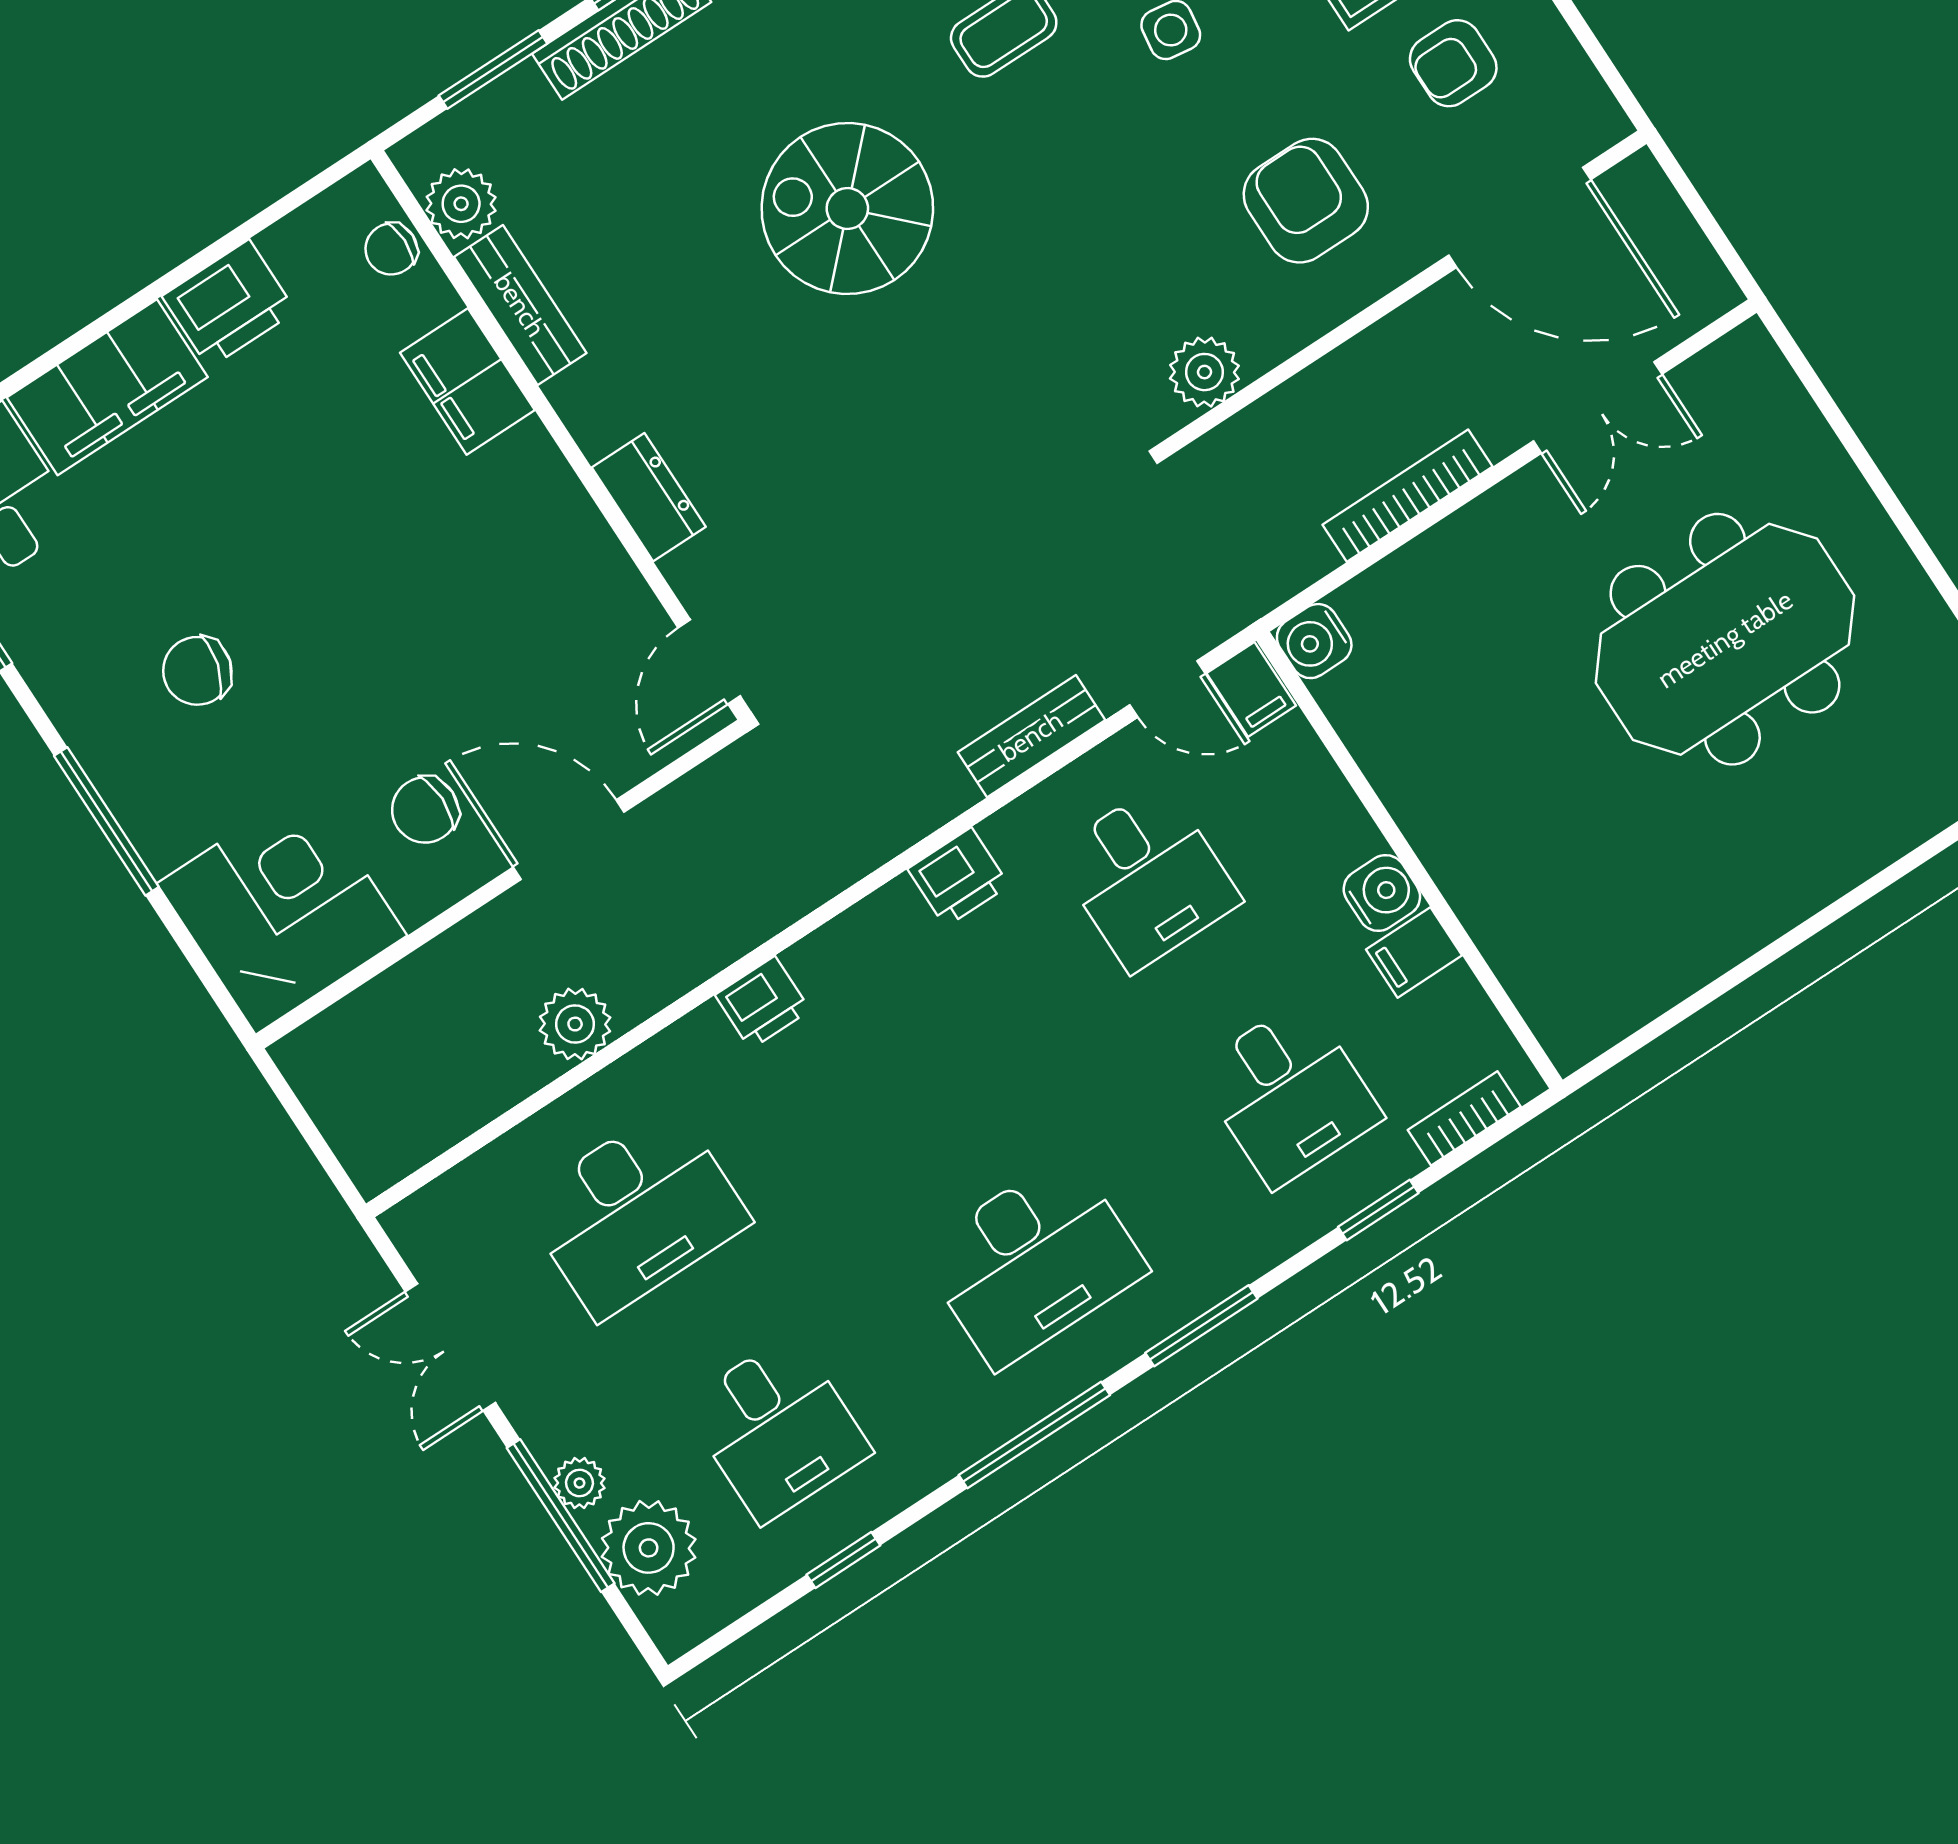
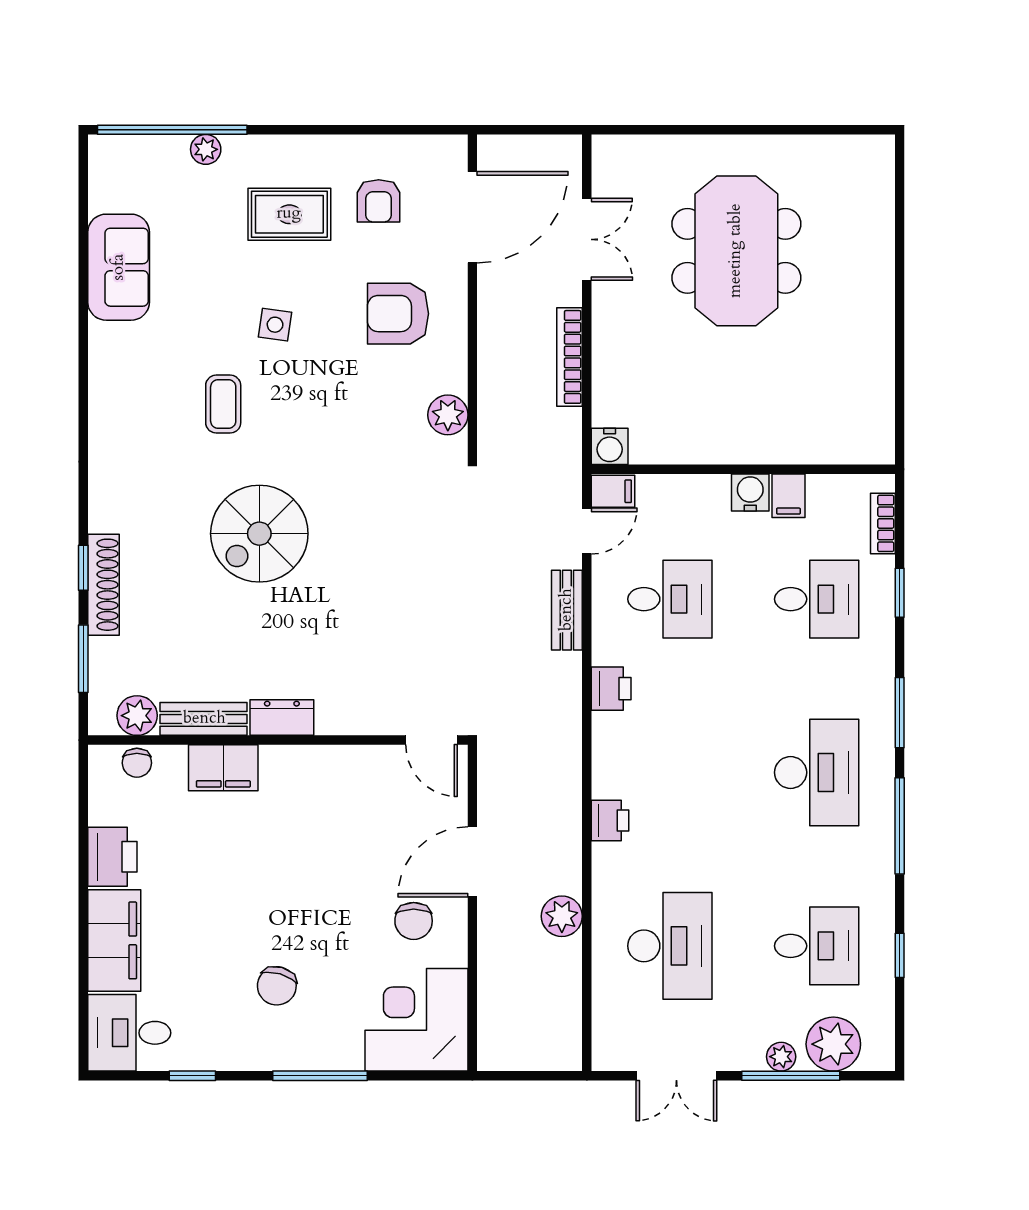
dresser: (649, 497) -> (282, 718), moved

